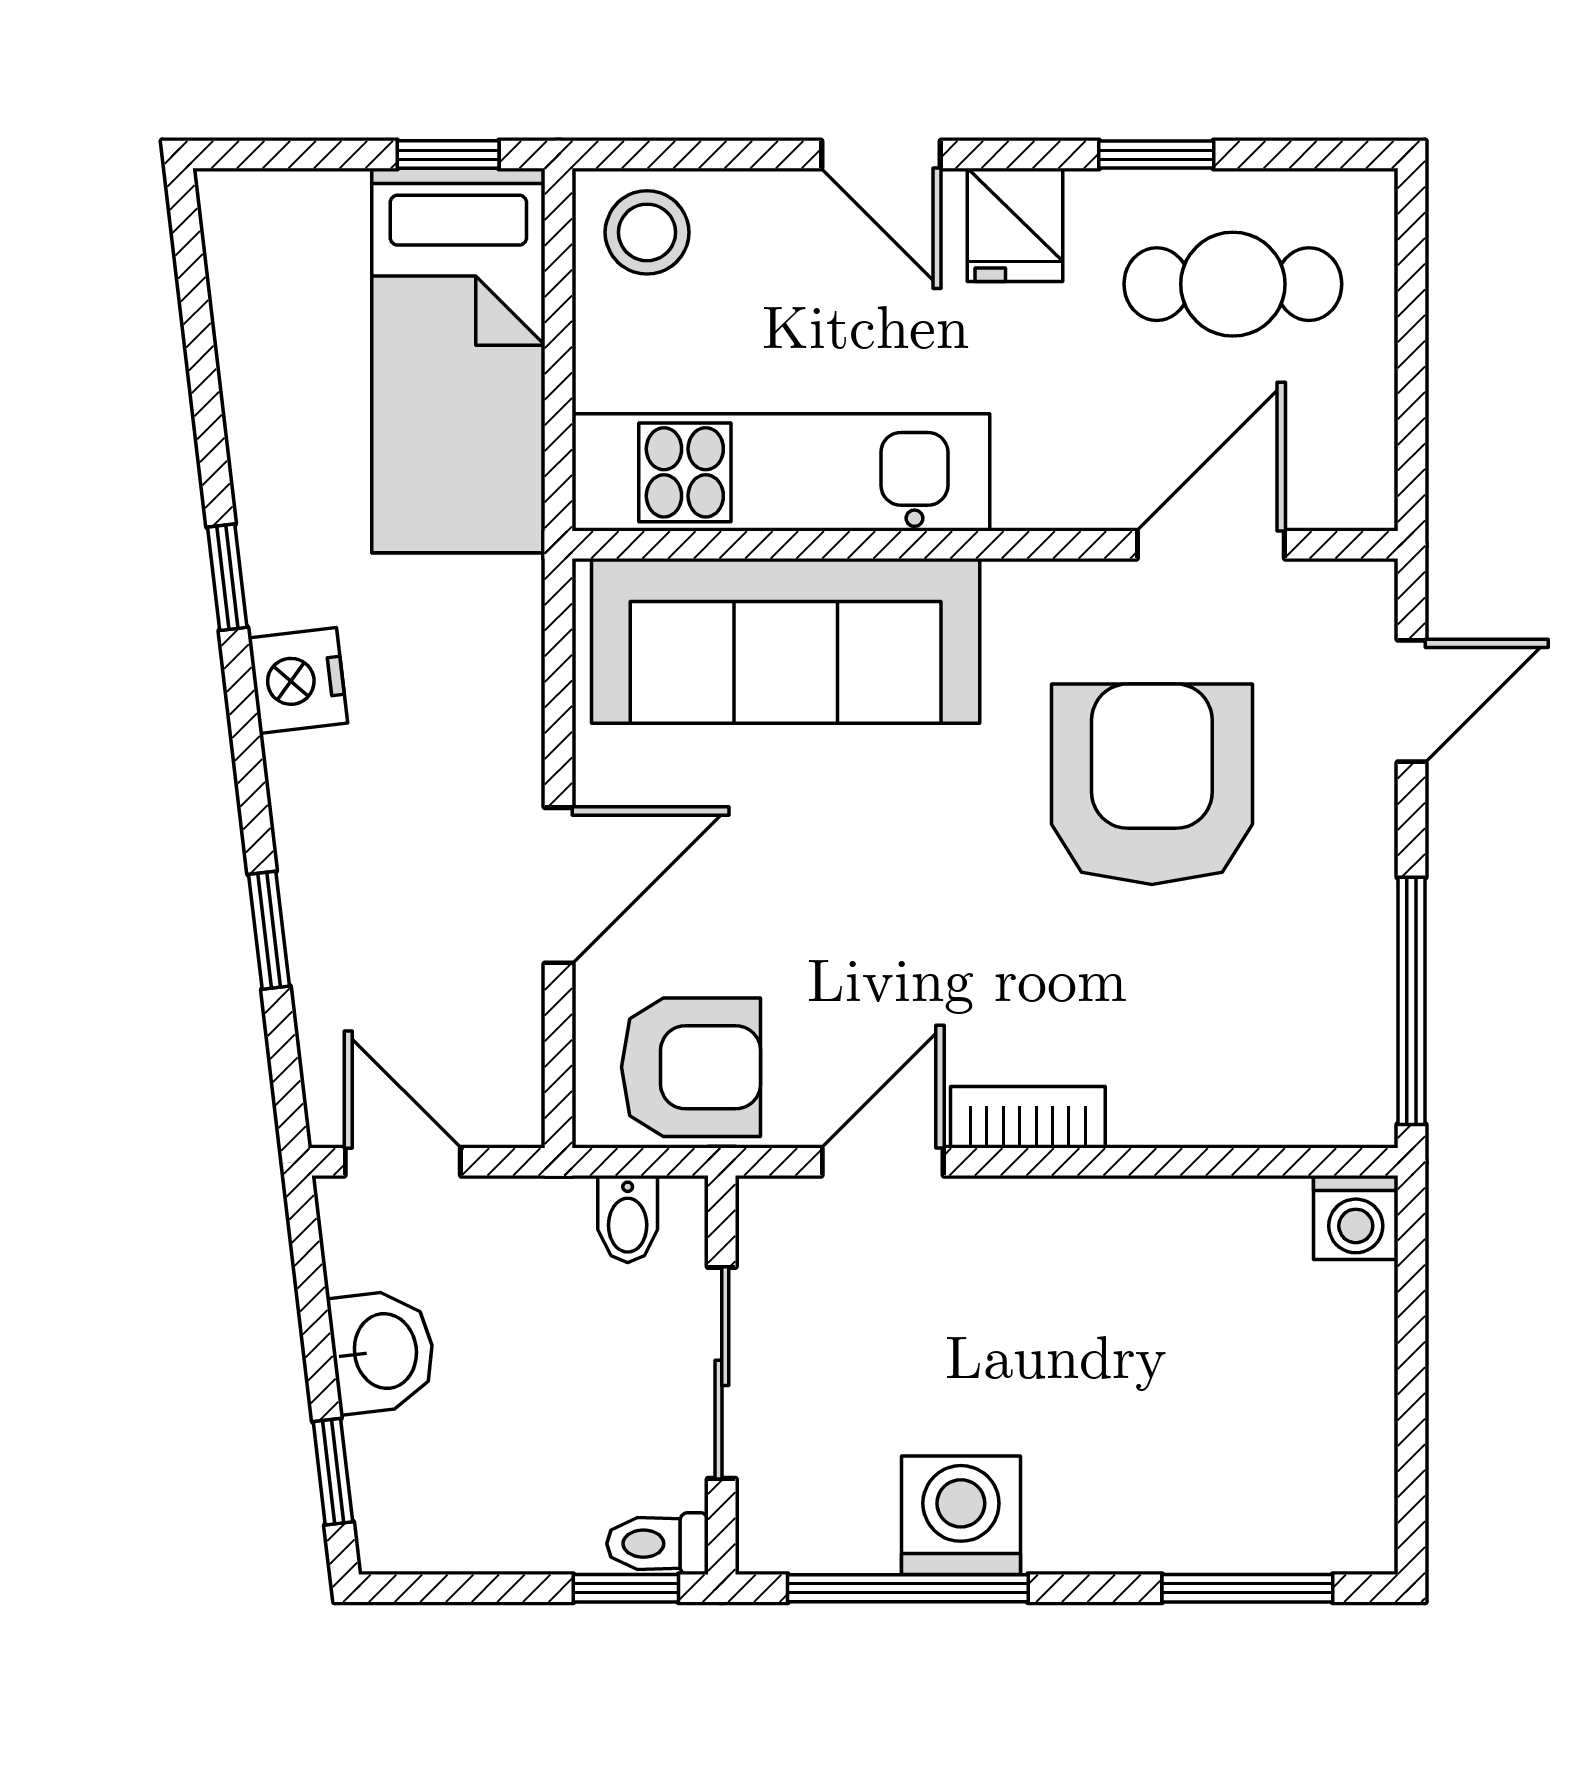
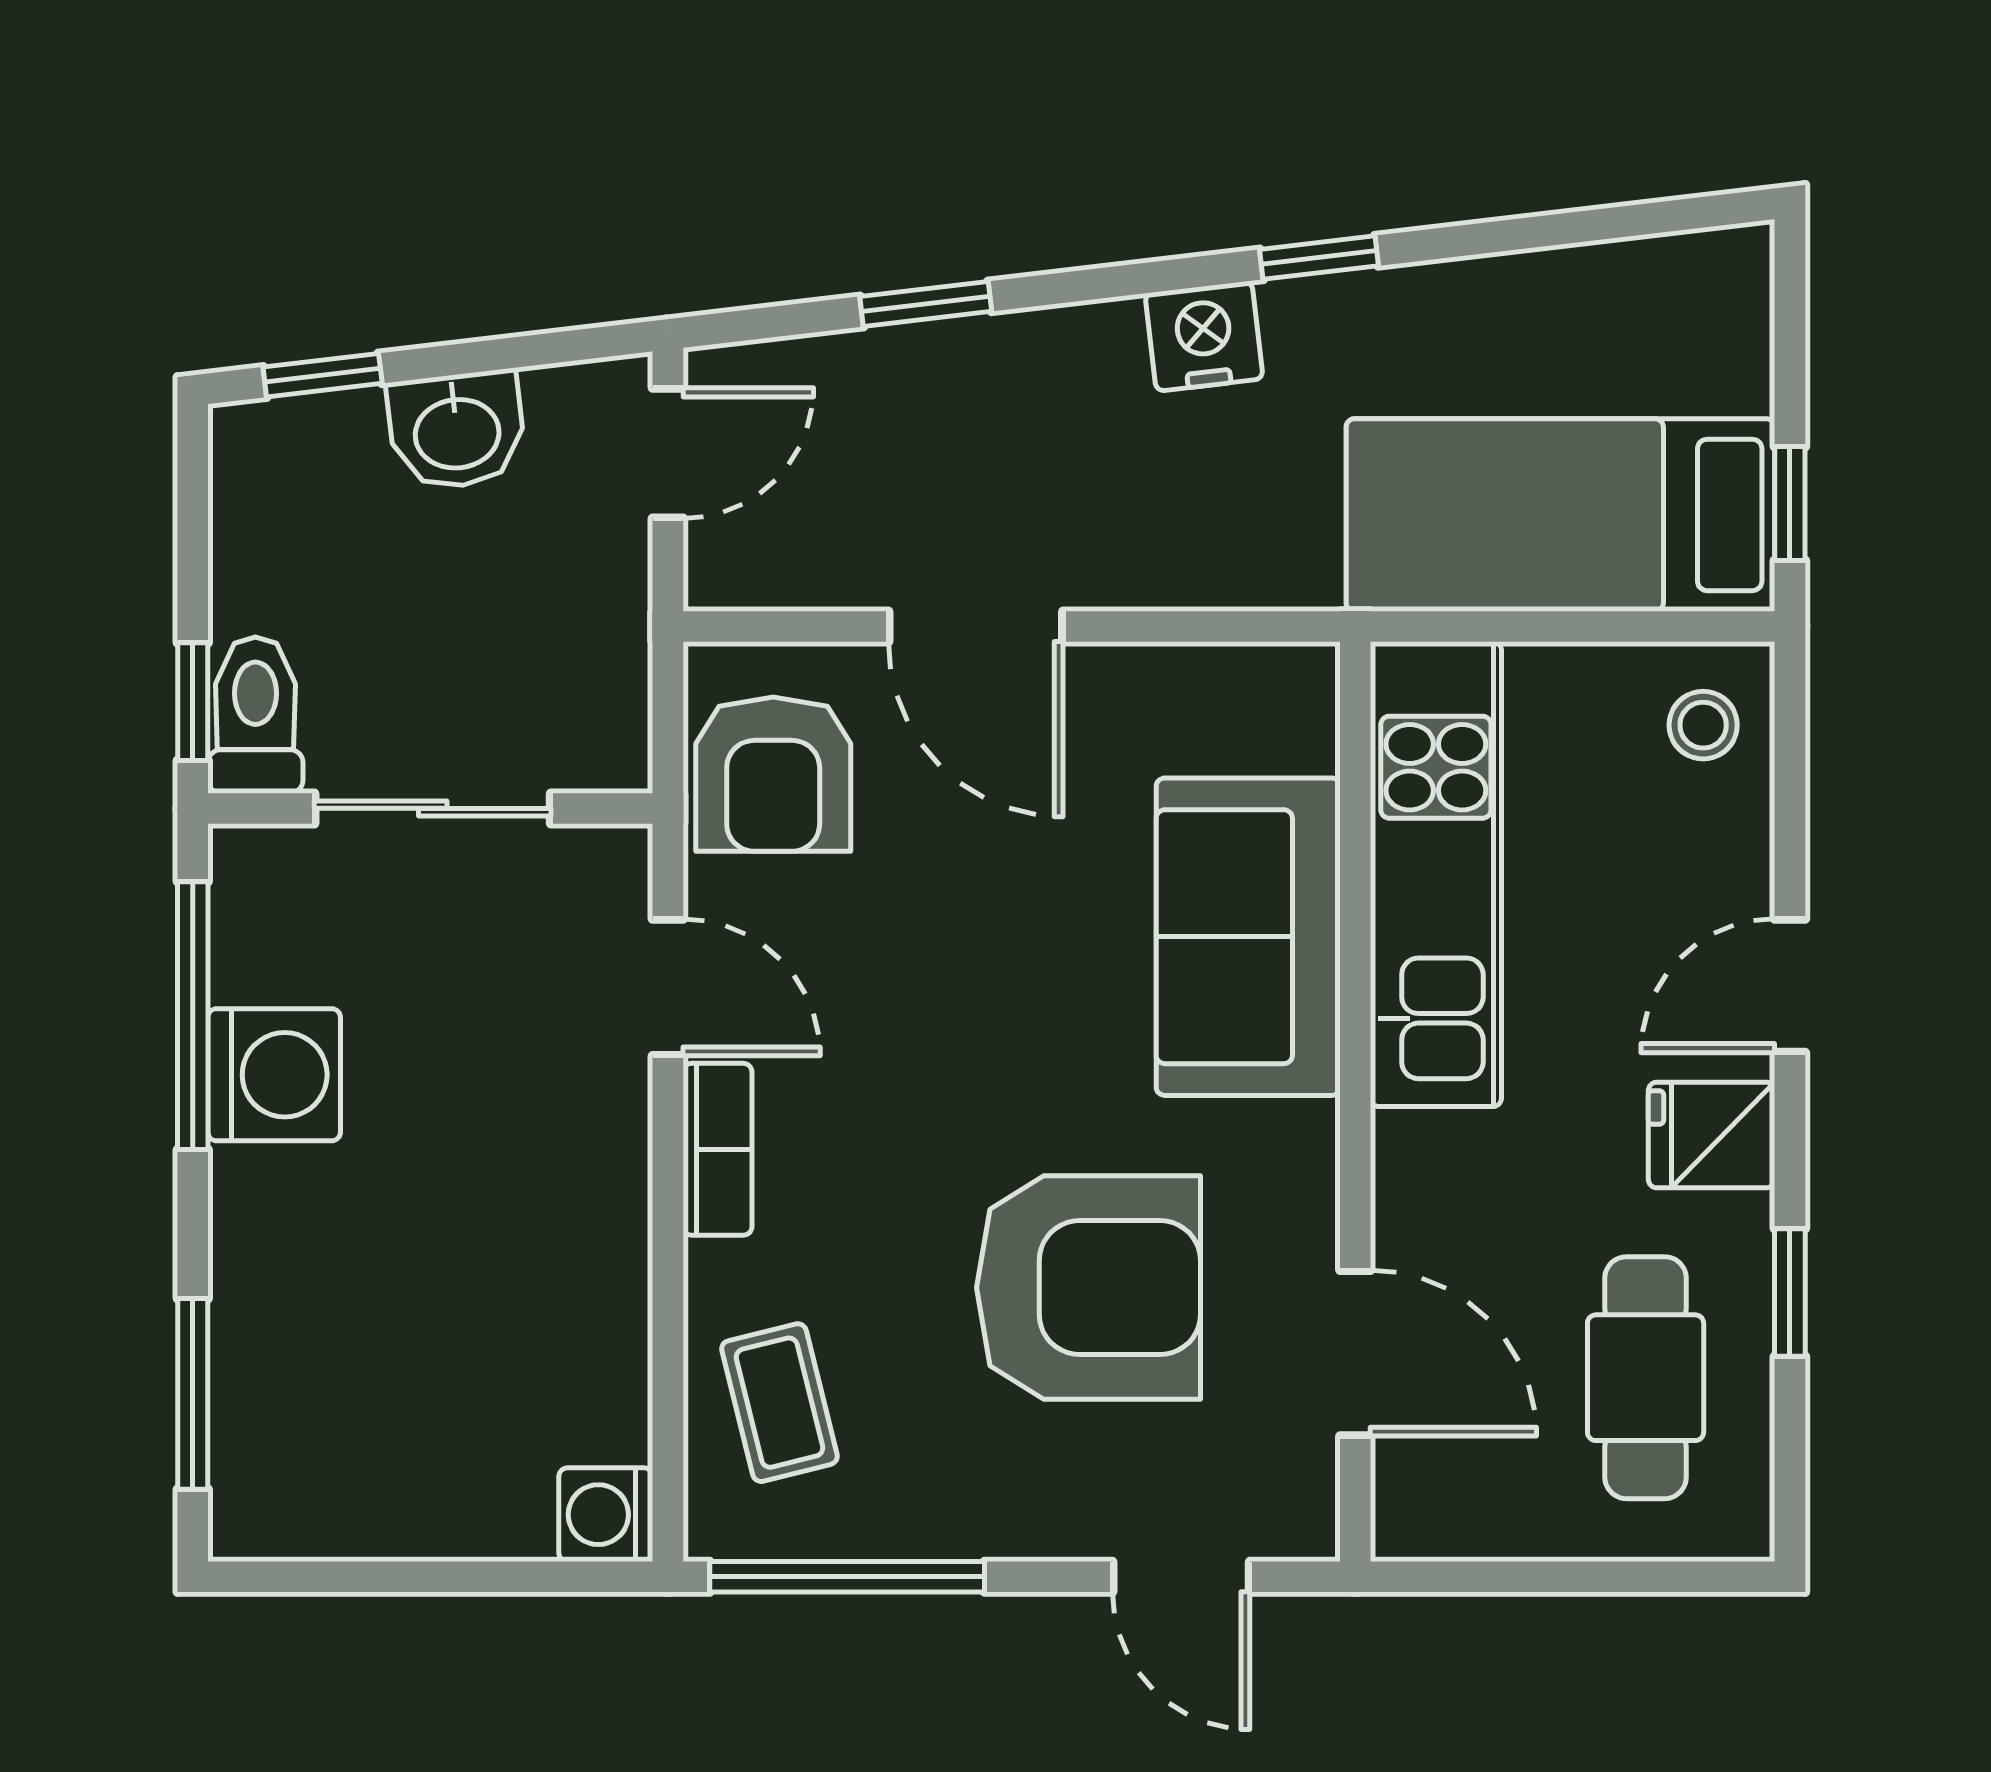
stool: (647, 232) -> (1703, 725), width x0.73, depth x0.73
sofa: (786, 641) -> (1248, 937), width x0.73
coffee table: (1255, 1062) -> (779, 1403), added
bidet: (628, 1219) -> (604, 704), removed
toilet: (658, 1544) -> (255, 715), width x1.37, depth x1.39

